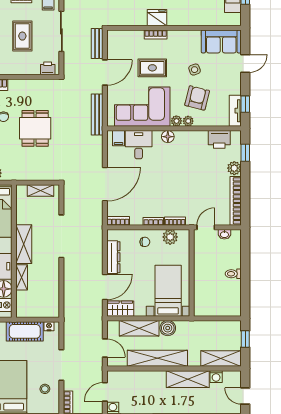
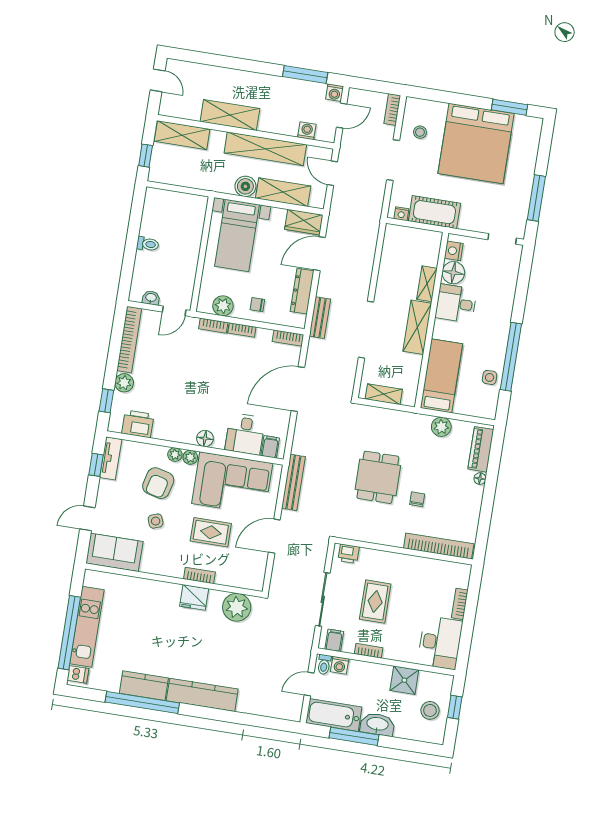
plant: (124, 15) -> (237, 607), added
bench: (97, 44) -> (320, 318), moved
washing machine: (216, 377) -> (307, 131), moved

